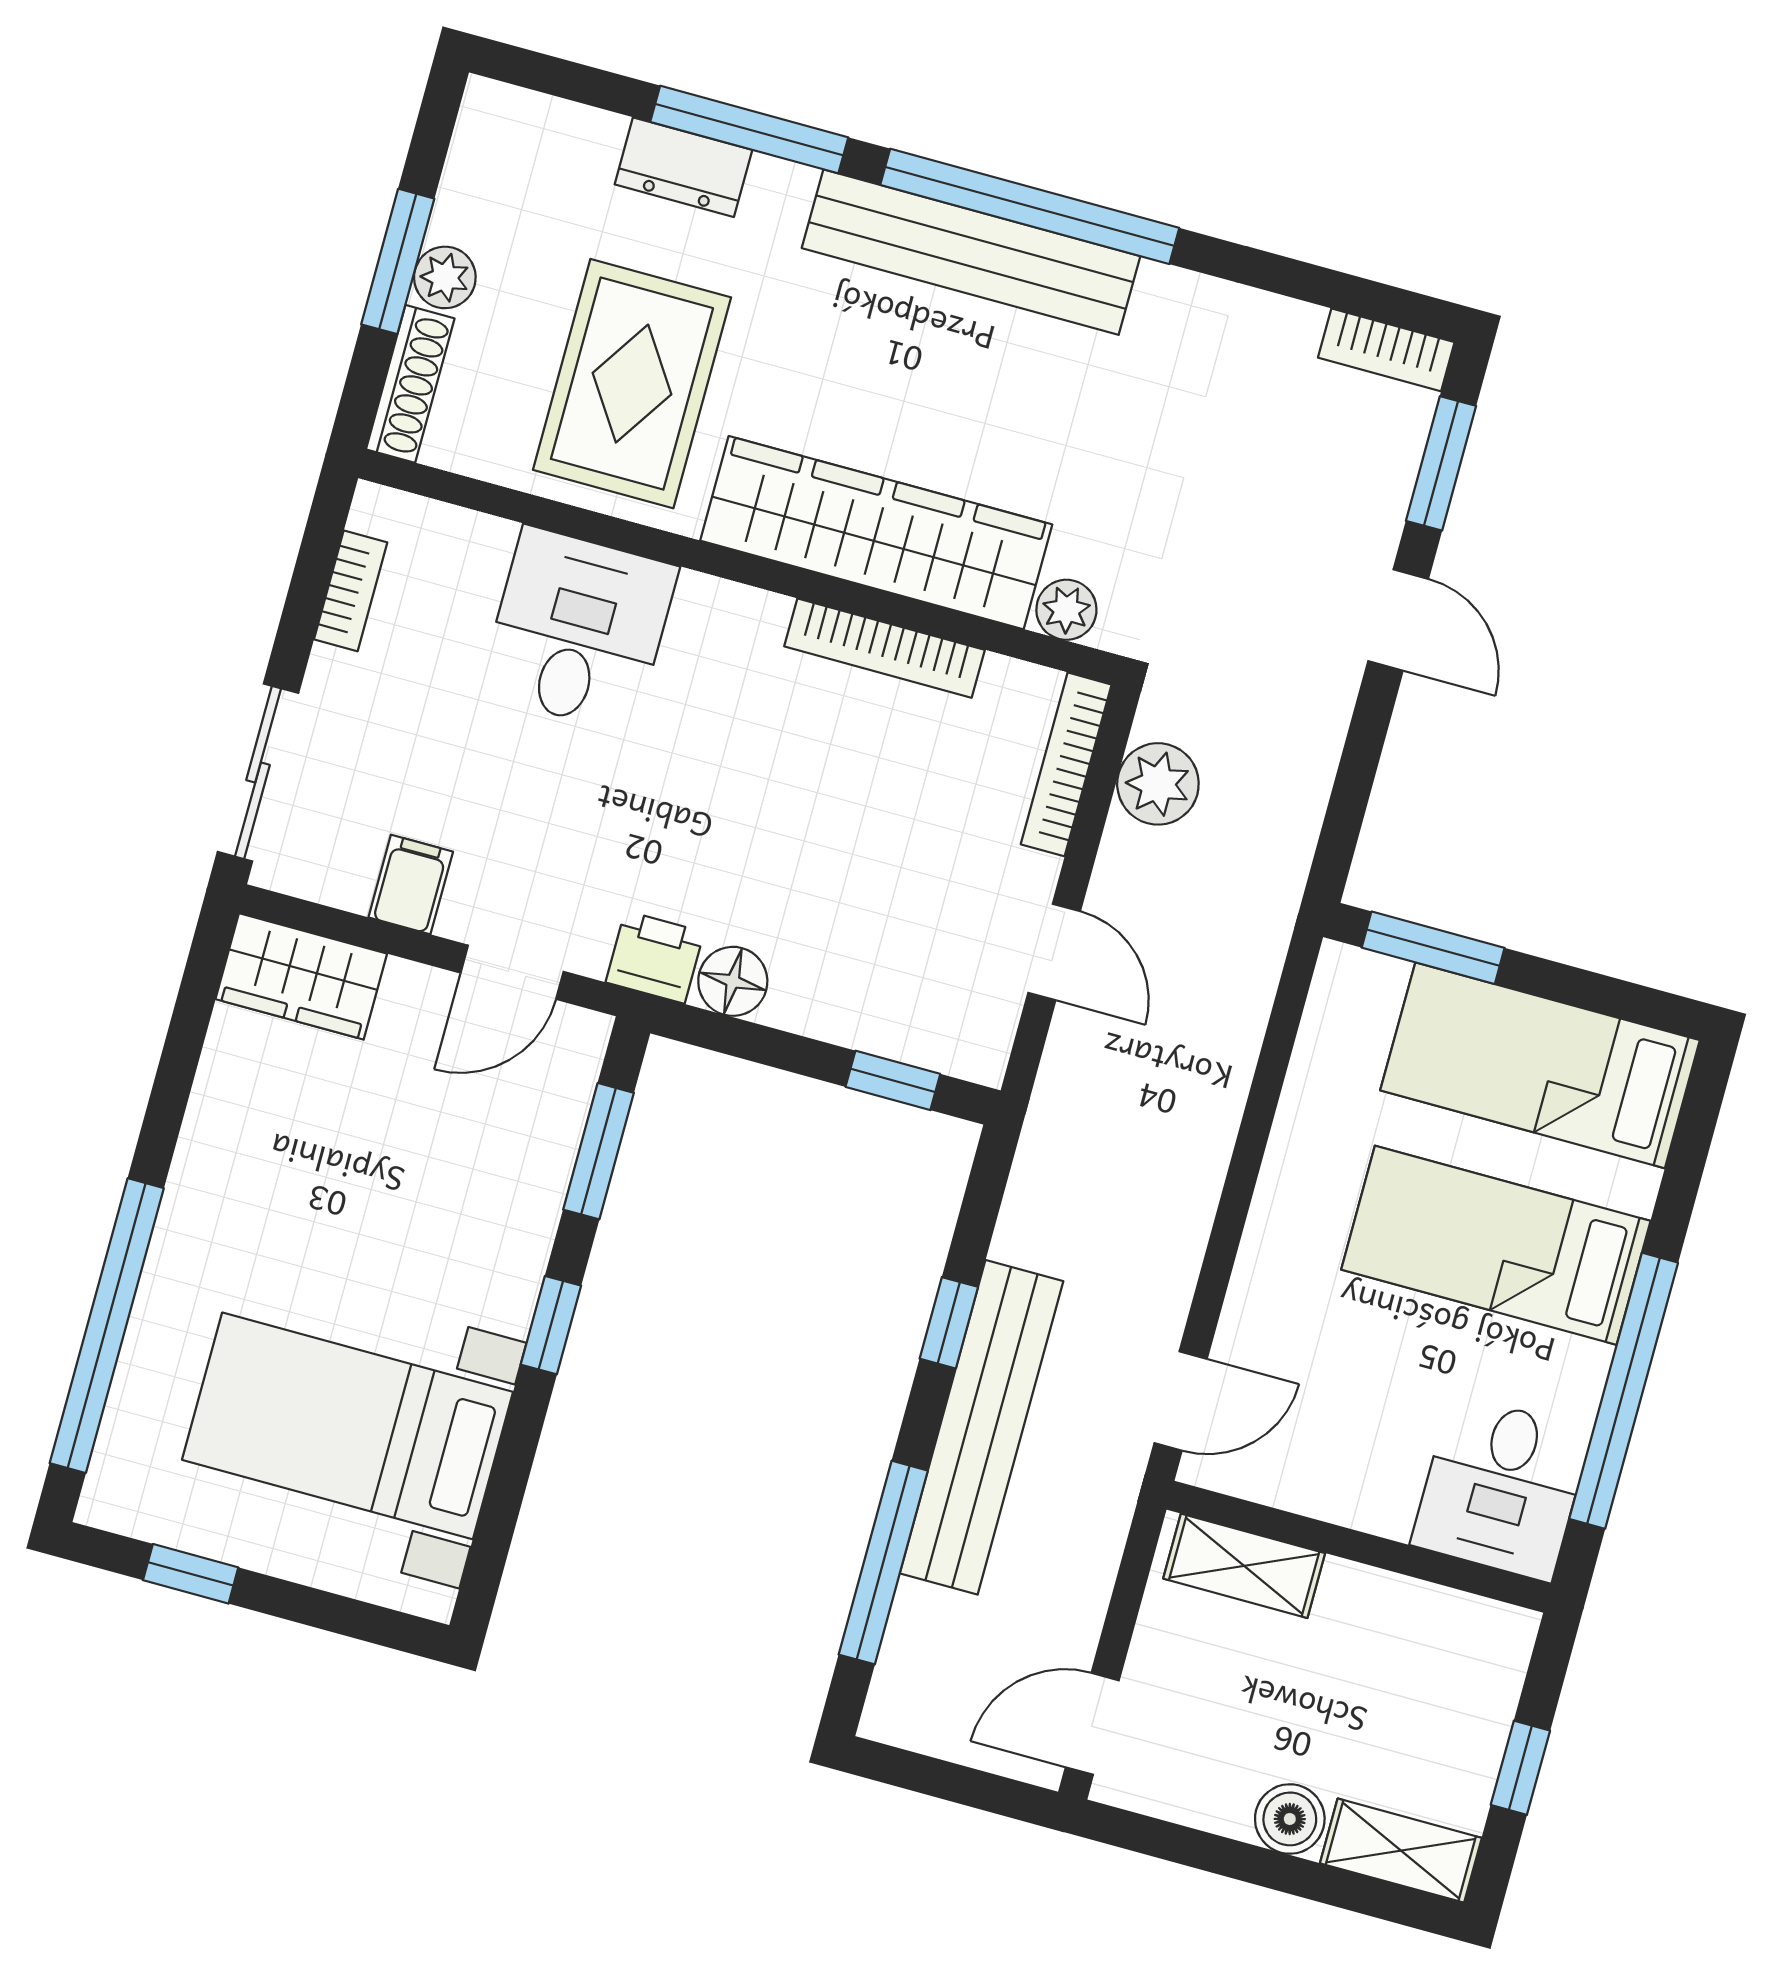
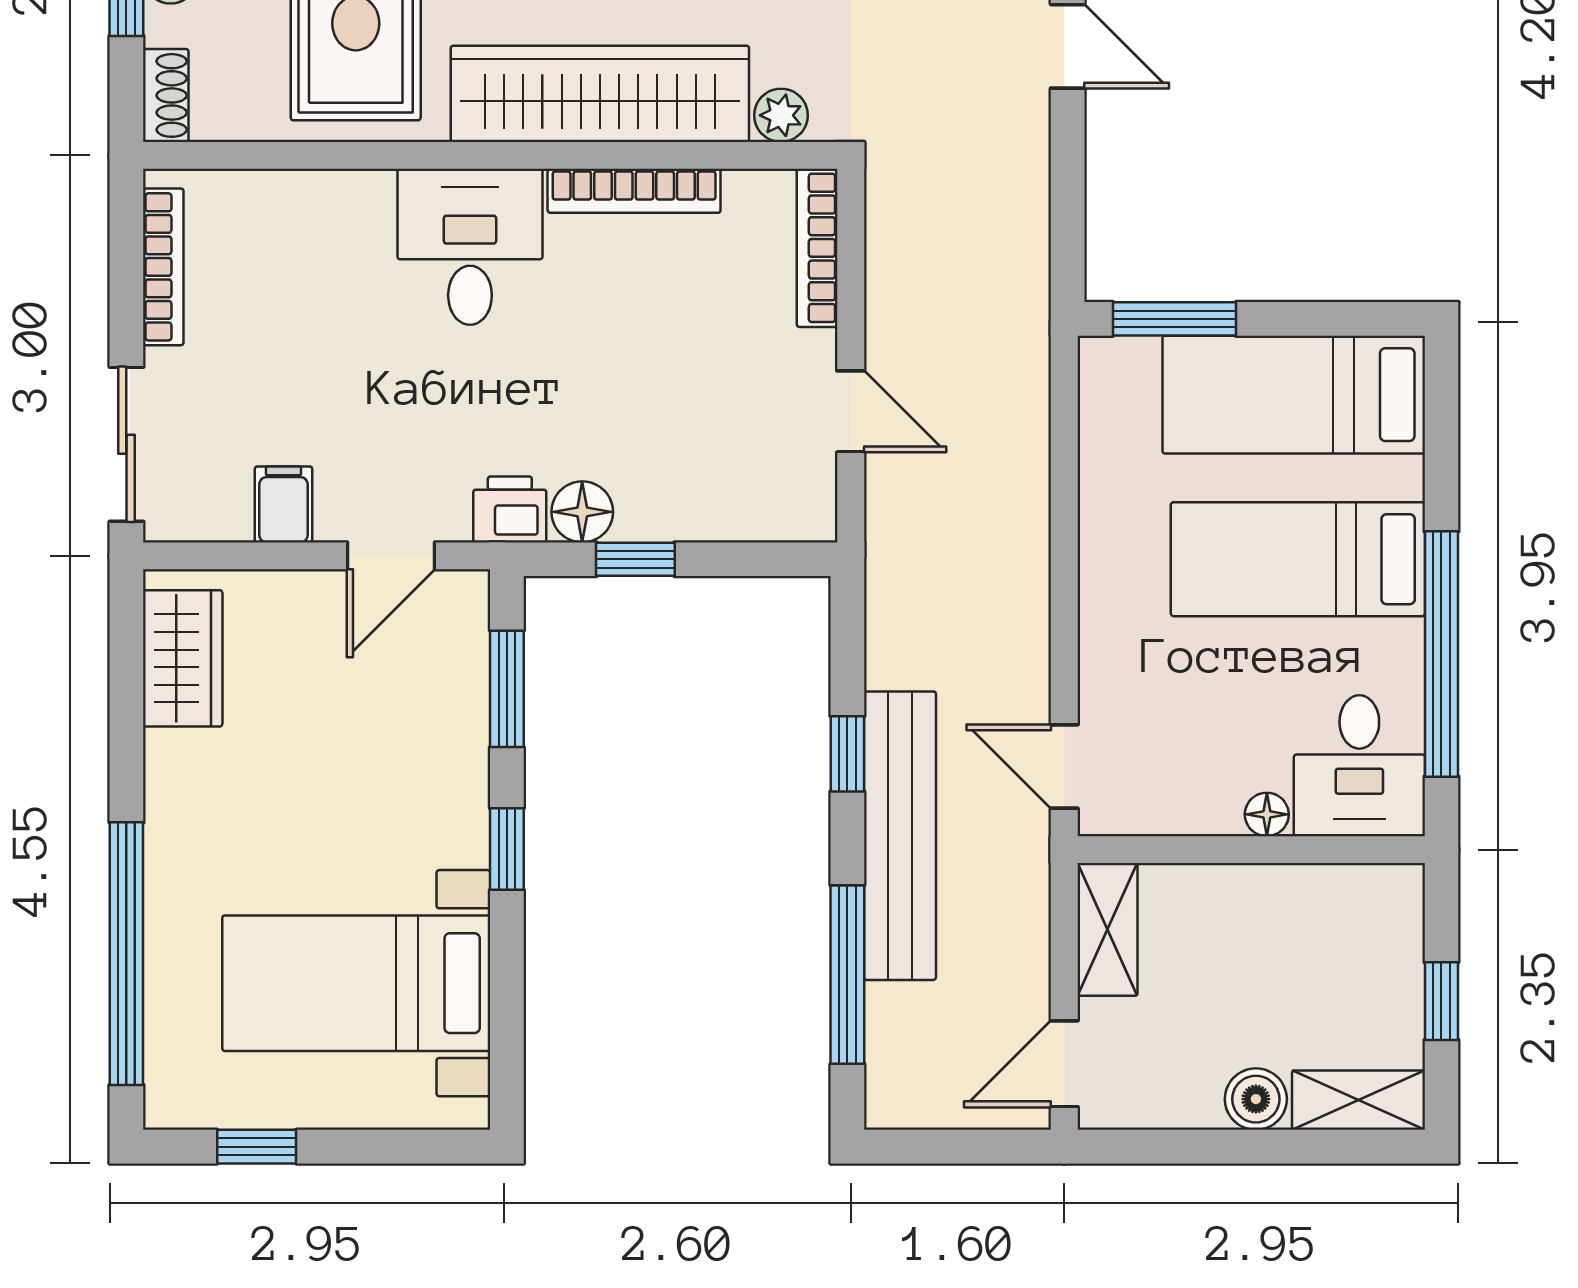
shoe rack: (410, 384) -> (166, 95), width x0.70
bookcase: (351, 591) -> (163, 267), width x1.56
desk: (579, 630) -> (470, 247), moved
plant: (1158, 784) -> (900, 243), removed
wardrobe: (301, 976) -> (183, 658), moved, turned -90
window: (893, 1080) -> (635, 559), moved
door: (1181, 1401) -> (1064, 767), swing flipped
floor lamp: (1386, 1513) -> (1267, 814), added
shelving: (1244, 1566) -> (1108, 929), moved, turned 90

